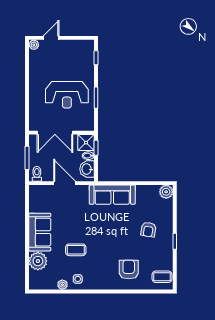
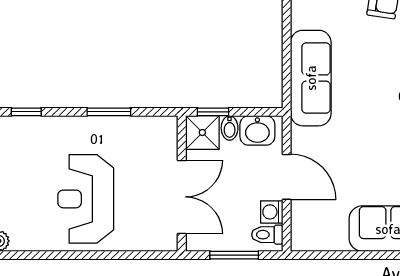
reception desk: (67, 95) -> (86, 199), moved, turned 180
washing machine: (48, 176) -> (272, 212), added
door: (65, 183) -> (287, 177), swing flipped

